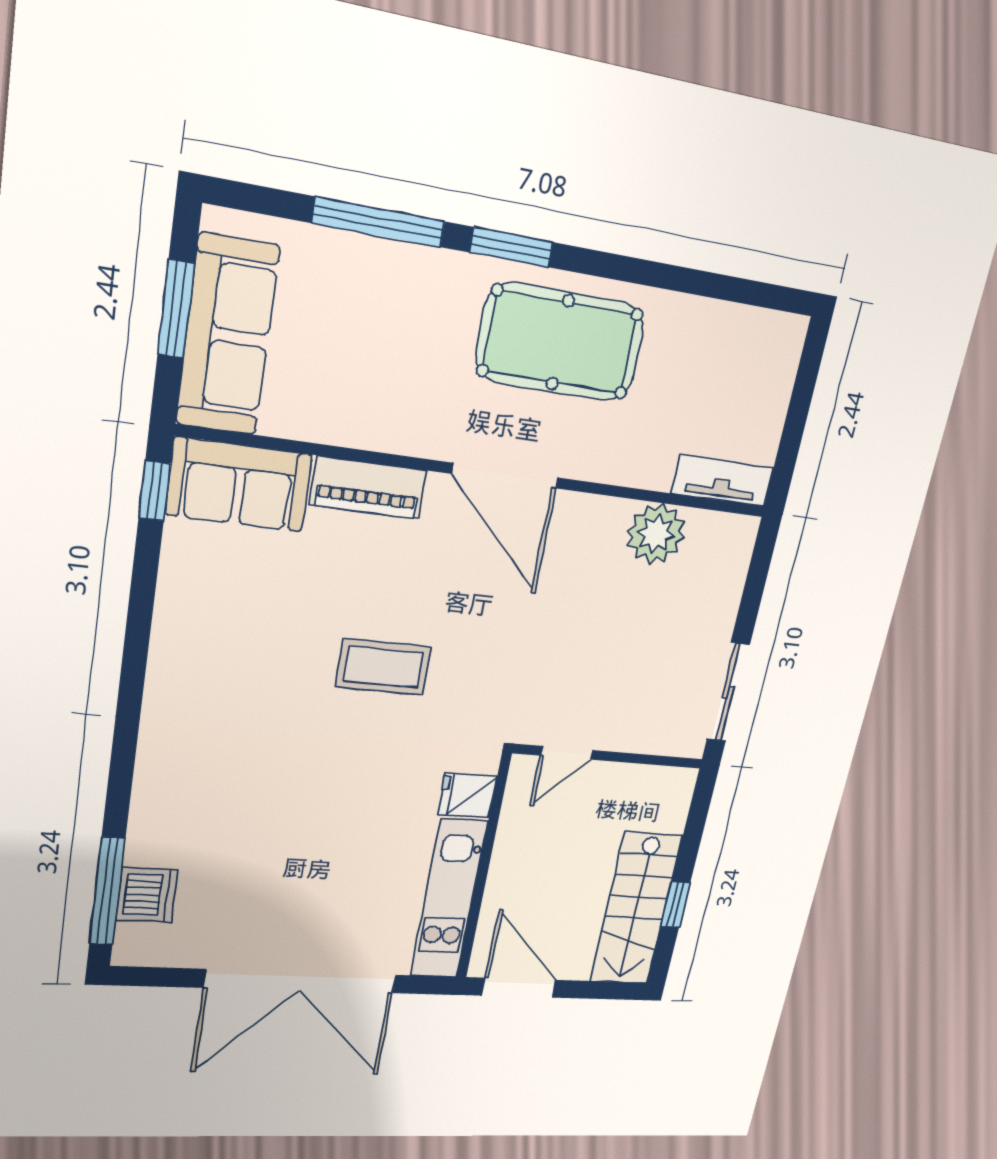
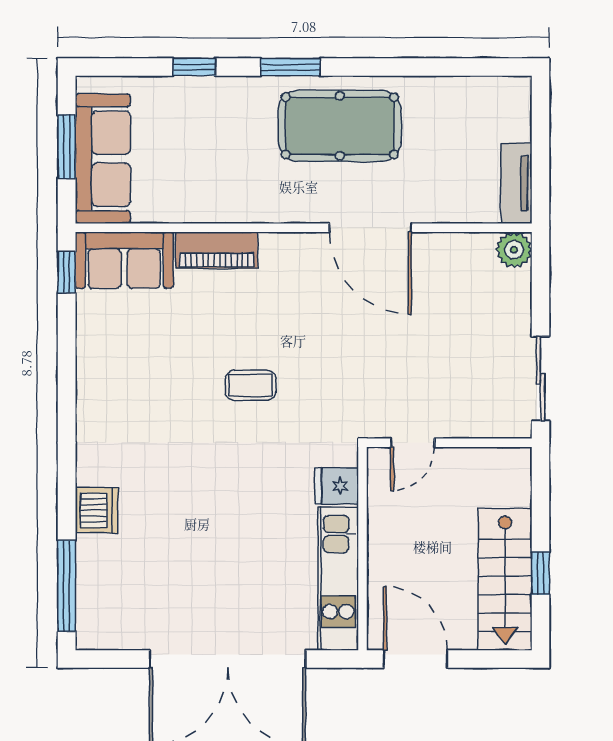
window: (379, 222) -> (194, 67), width x0.46
door: (506, 476) -> (370, 228), moved
tv unit: (722, 481) -> (516, 183), moved, turned -90
plant: (656, 534) -> (514, 250), moved, width x0.73, depth x0.73
coffee table: (383, 667) -> (251, 385), width x0.73, depth x0.77
dishwasher: (147, 895) -> (97, 510), moved

